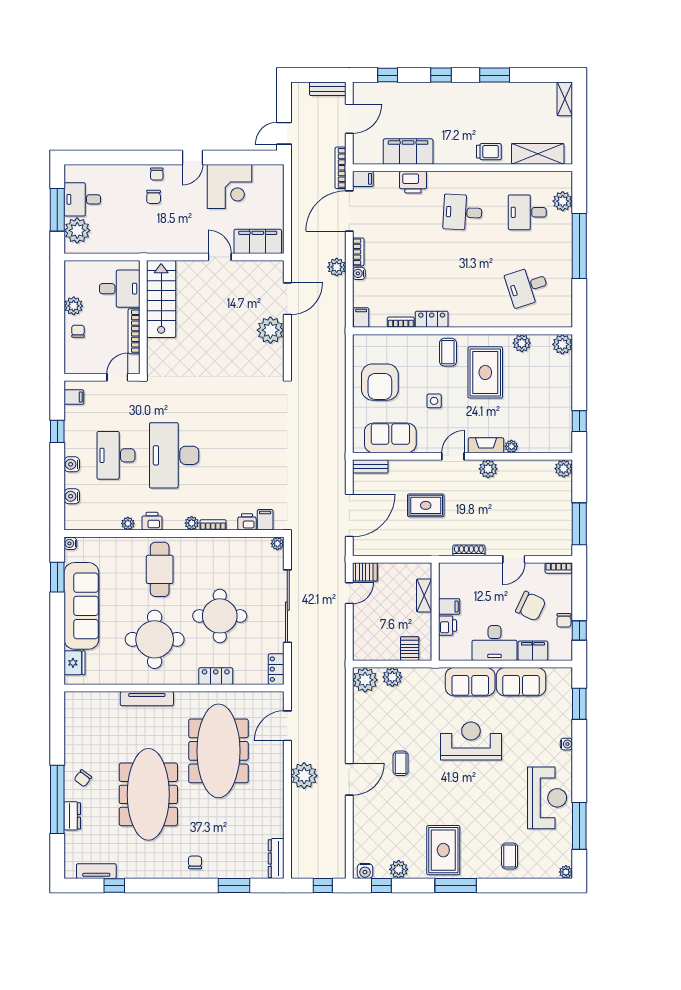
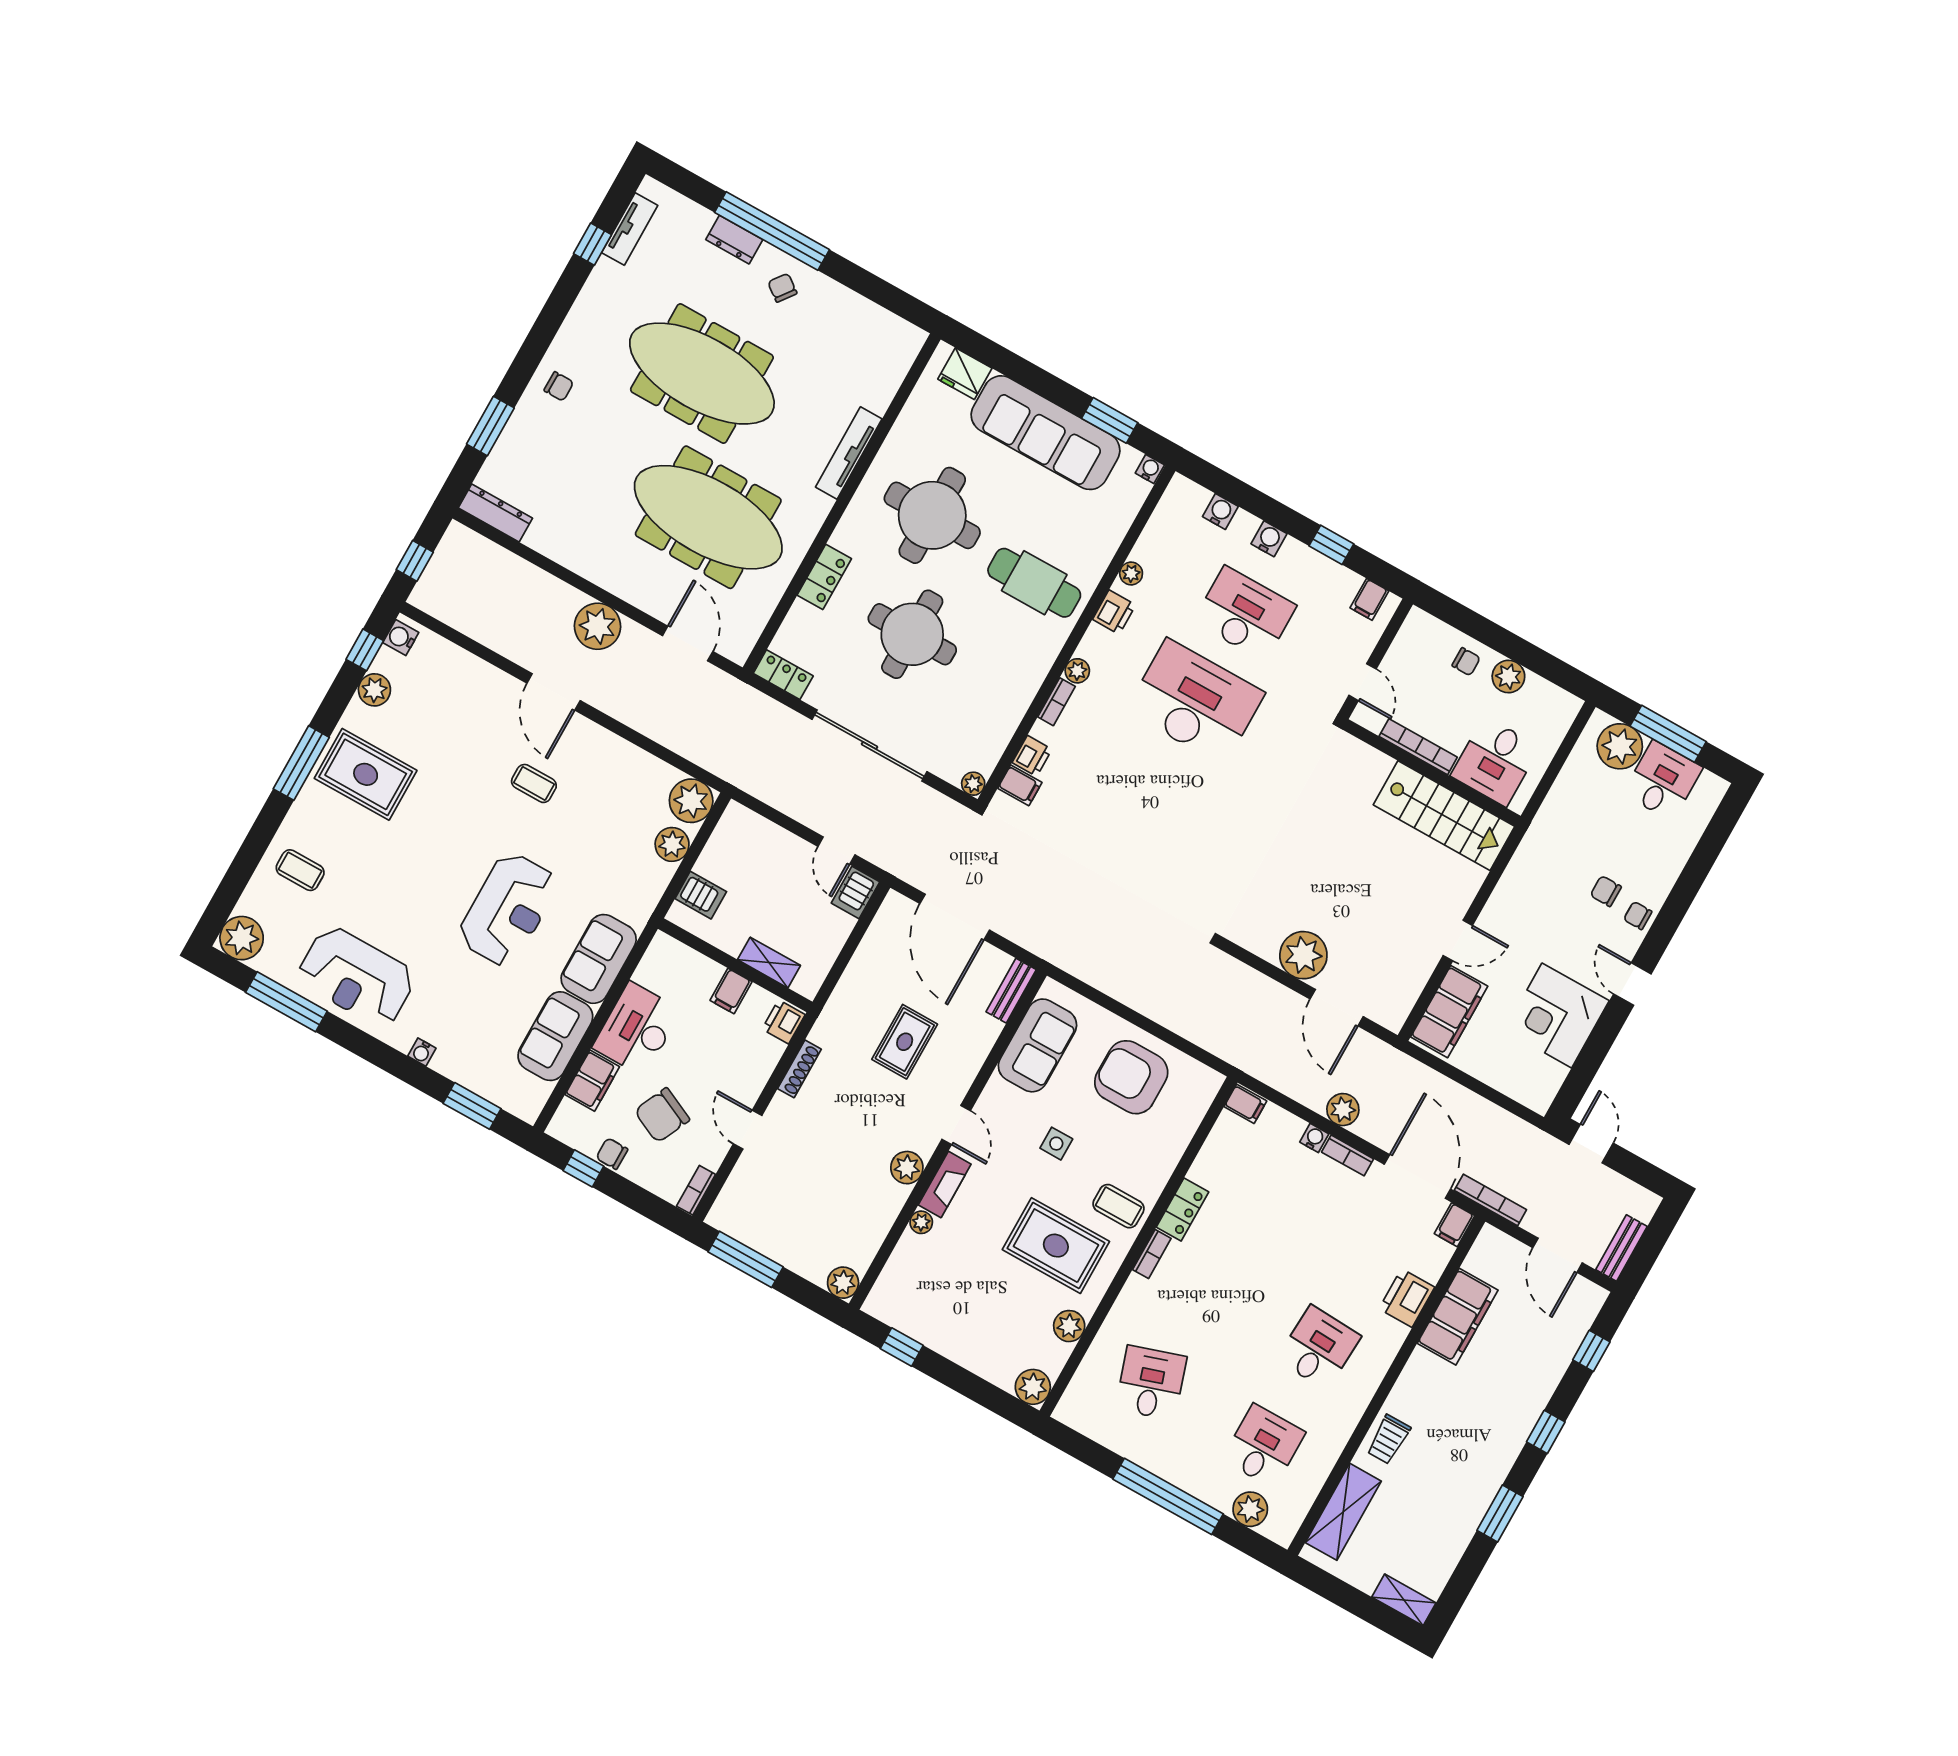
bookcase: (401, 322) -> (1152, 1254), moved
printer: (447, 626) -> (784, 1022), moved, turned 90
plant: (566, 872) -> (242, 938), width x1.87, depth x1.87

